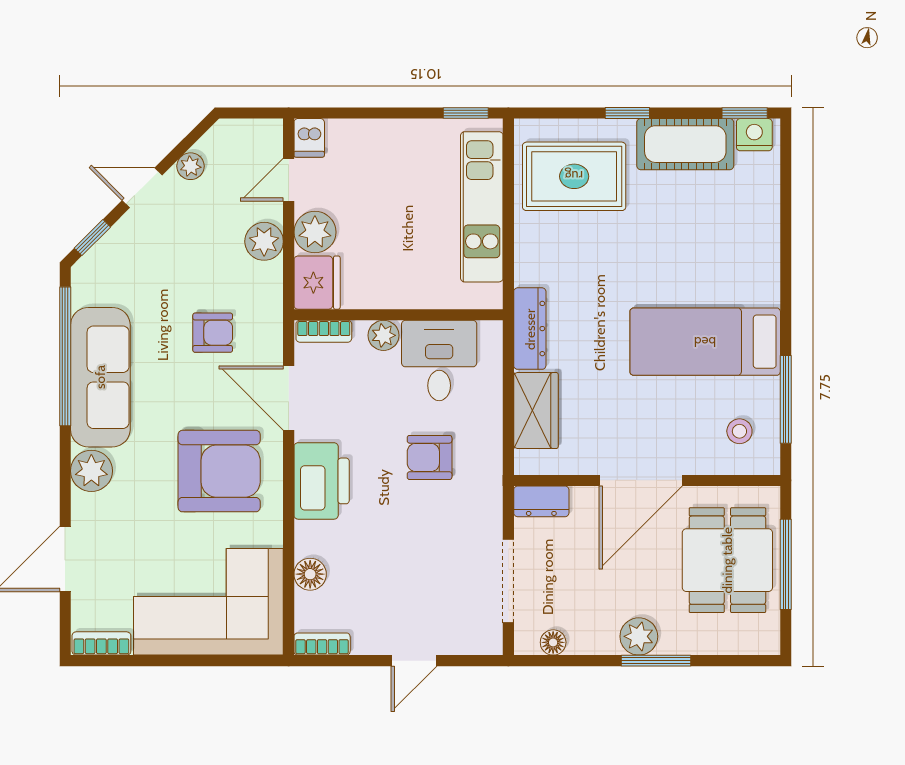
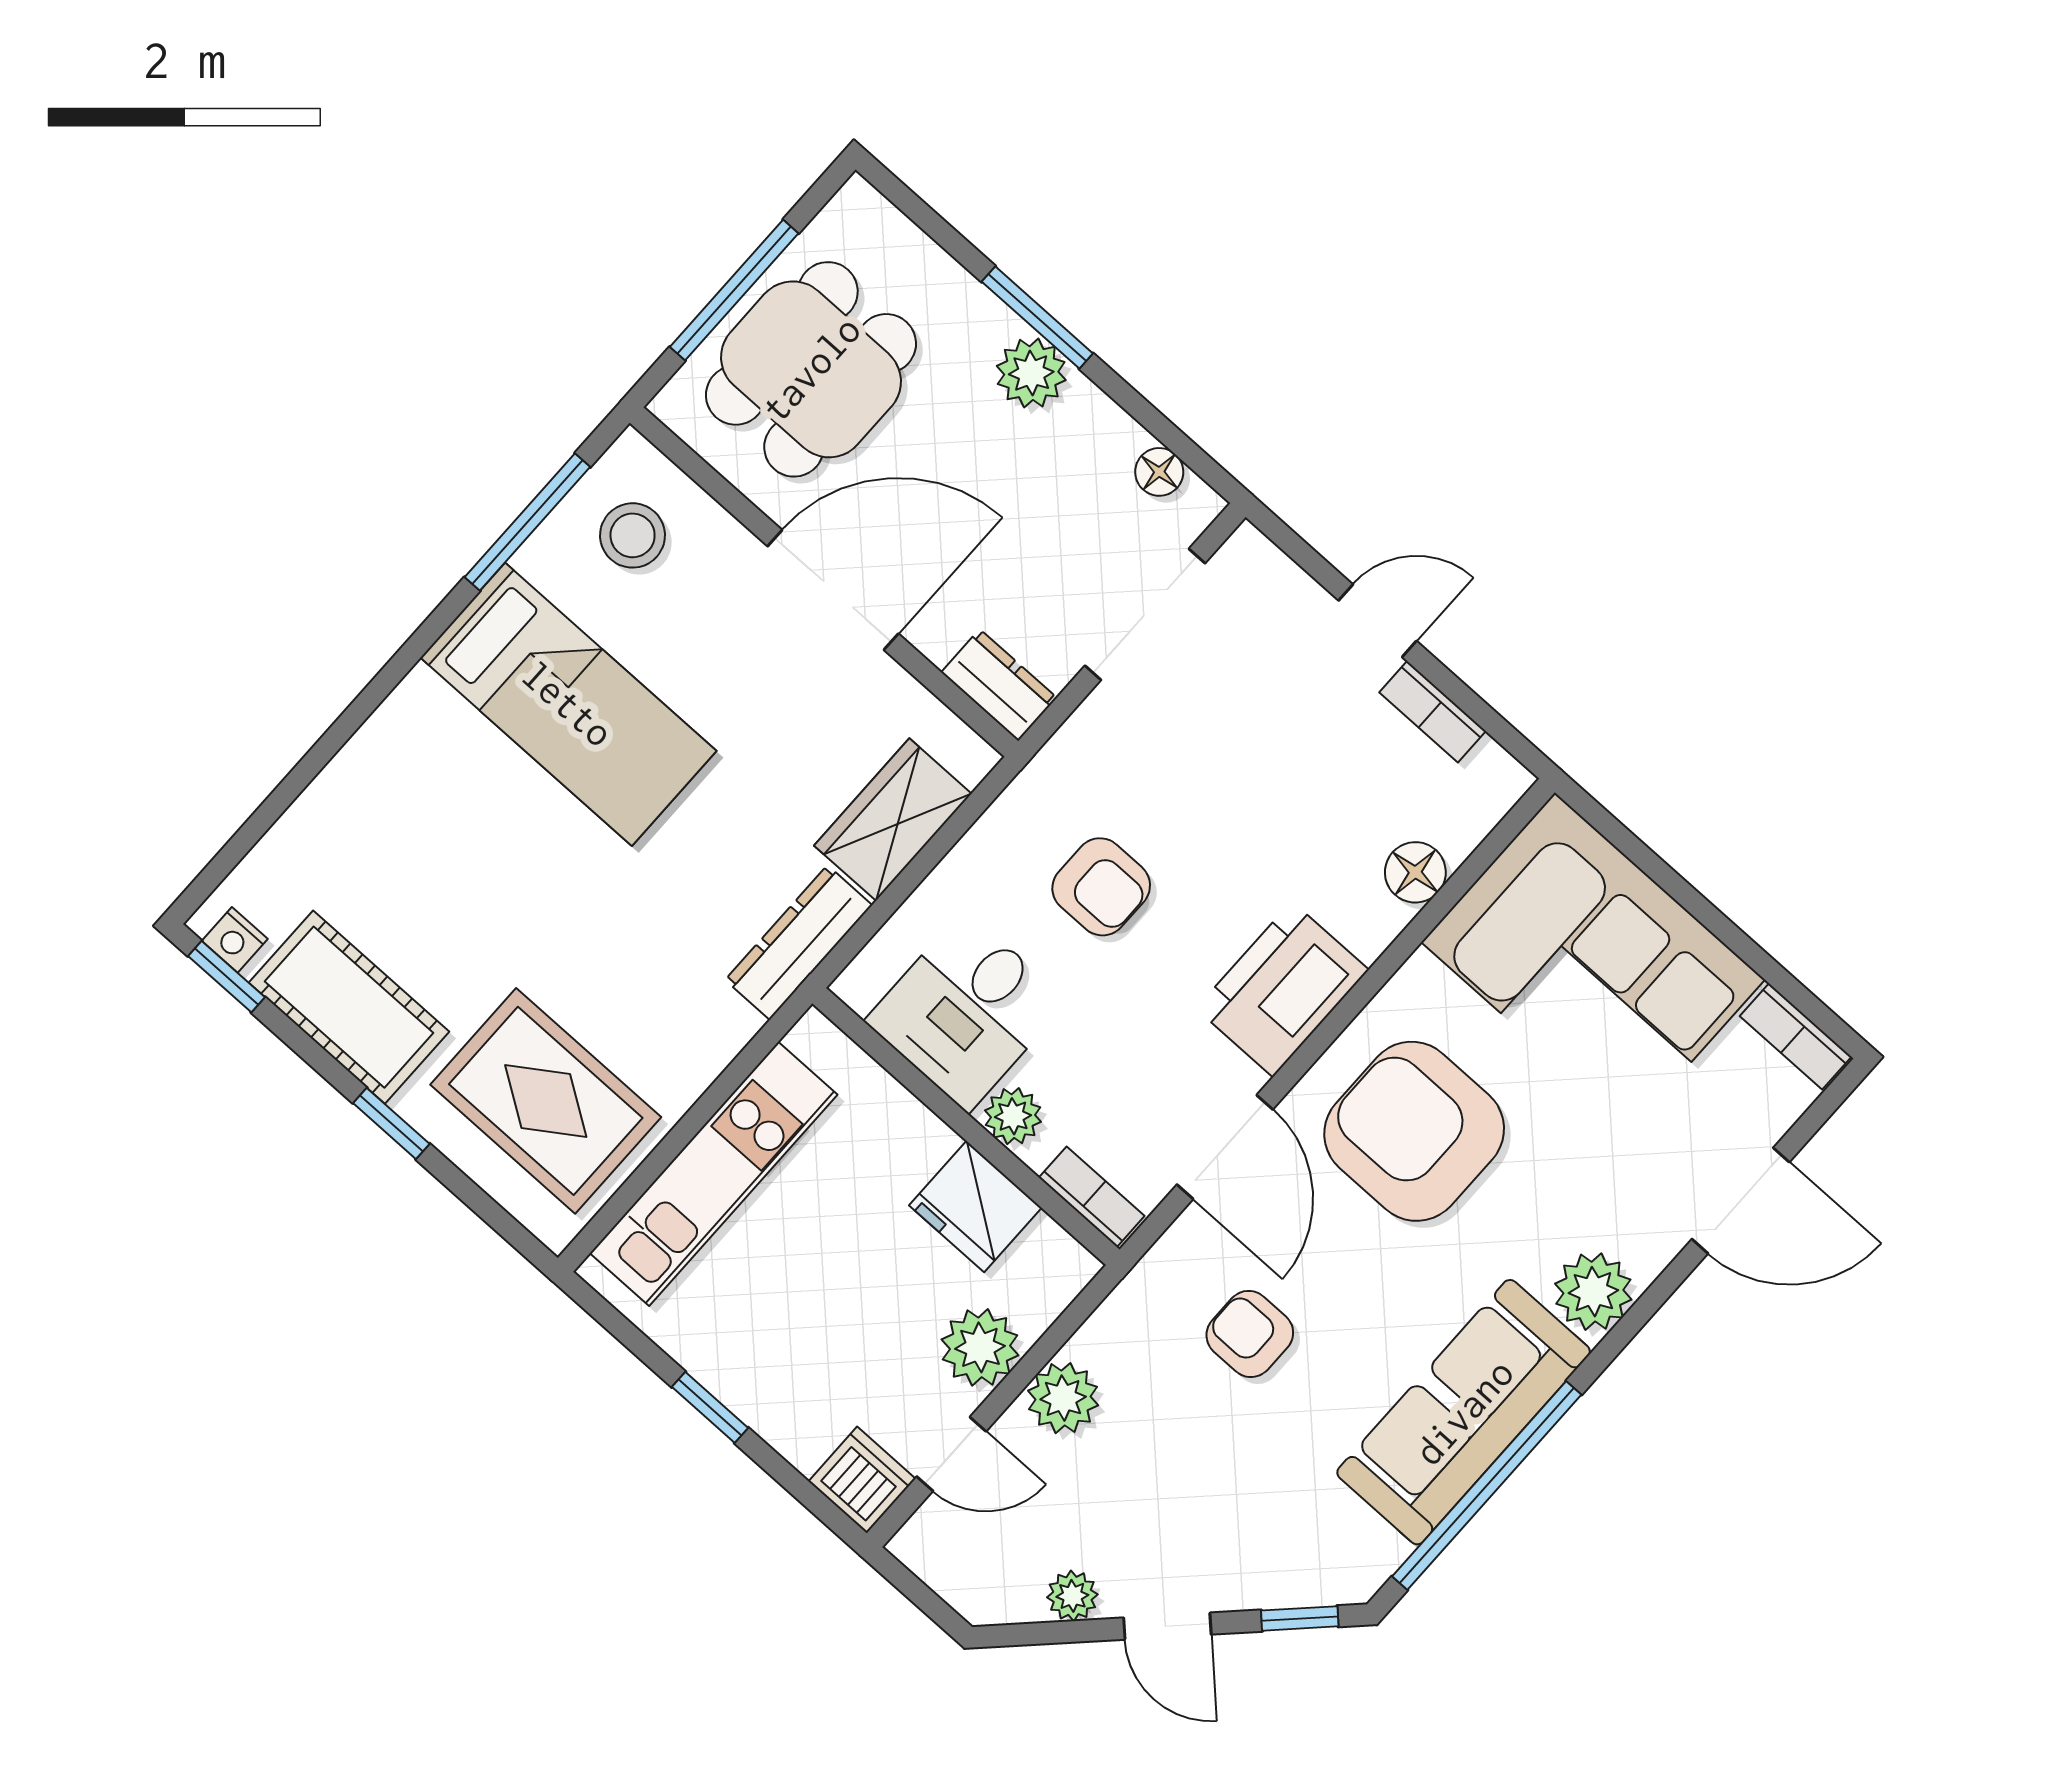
window: (466, 113) -> (710, 1407), moved
nightstand: (754, 135) -> (235, 940), width x0.72, depth x0.74
dishwasher: (309, 138) -> (862, 1480), width x1.38
fridge: (317, 283) -> (975, 1207), moved, turned -90
stool: (739, 431) -> (633, 535), width x1.37, depth x1.37
bookcase: (322, 644) -> (1433, 712), moved

